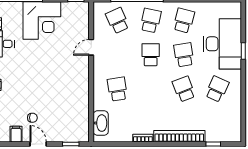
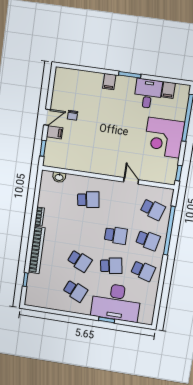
school desk: (117, 21) -> (153, 209), turned 42
school desk: (184, 89) -> (80, 261), turned 45
washbasin: (101, 123) -> (59, 177), width x0.52, depth x0.69
filing cabinet: (16, 134) -> (55, 132), moved

